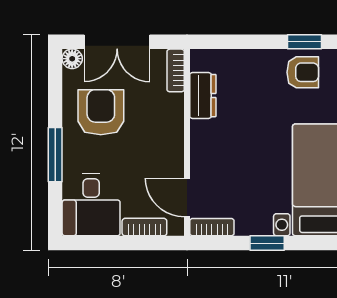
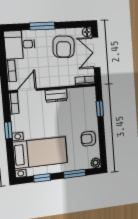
window: (304, 42) -> (100, 109), moved
armchair: (303, 72) -> (88, 139), turned 90
dresser: (203, 96) -> (56, 95), moved
armchair: (101, 112) -> (64, 47), turned 95

